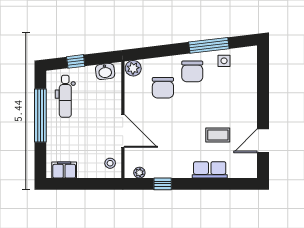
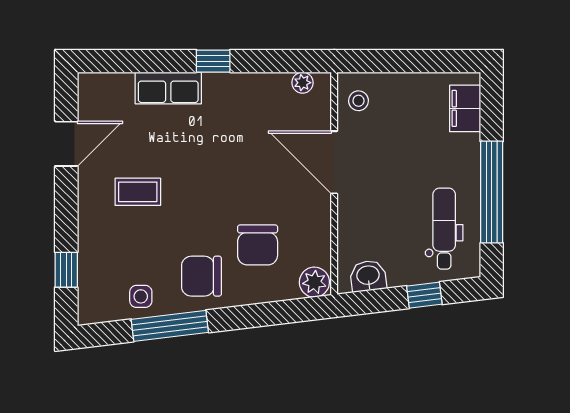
chair: (192, 71) -> (201, 276), turned -90
window: (263, 75) -> (66, 270), added
chair: (163, 88) -> (258, 245), turned 180
coffee table: (218, 135) -> (138, 192), moved
filing cabinet: (64, 170) -> (465, 108), moved, turned 90
window: (163, 184) -> (213, 61), moved

